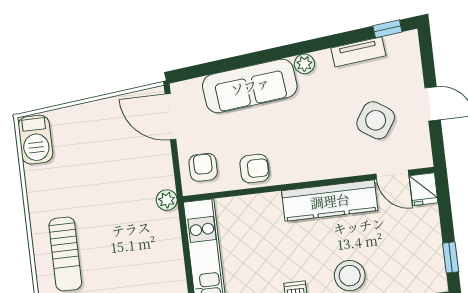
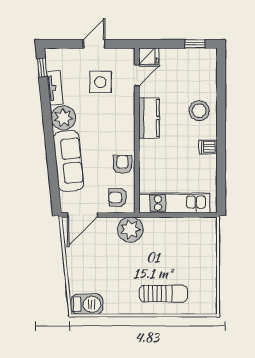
plant: (304, 64) -> (63, 118), width x1.88, depth x1.88
side table: (376, 120) -> (100, 82), turned -33
plant: (167, 200) -> (130, 230), width x1.88, depth x1.88
kitchen counter: (330, 201) -> (149, 118), width x0.67

